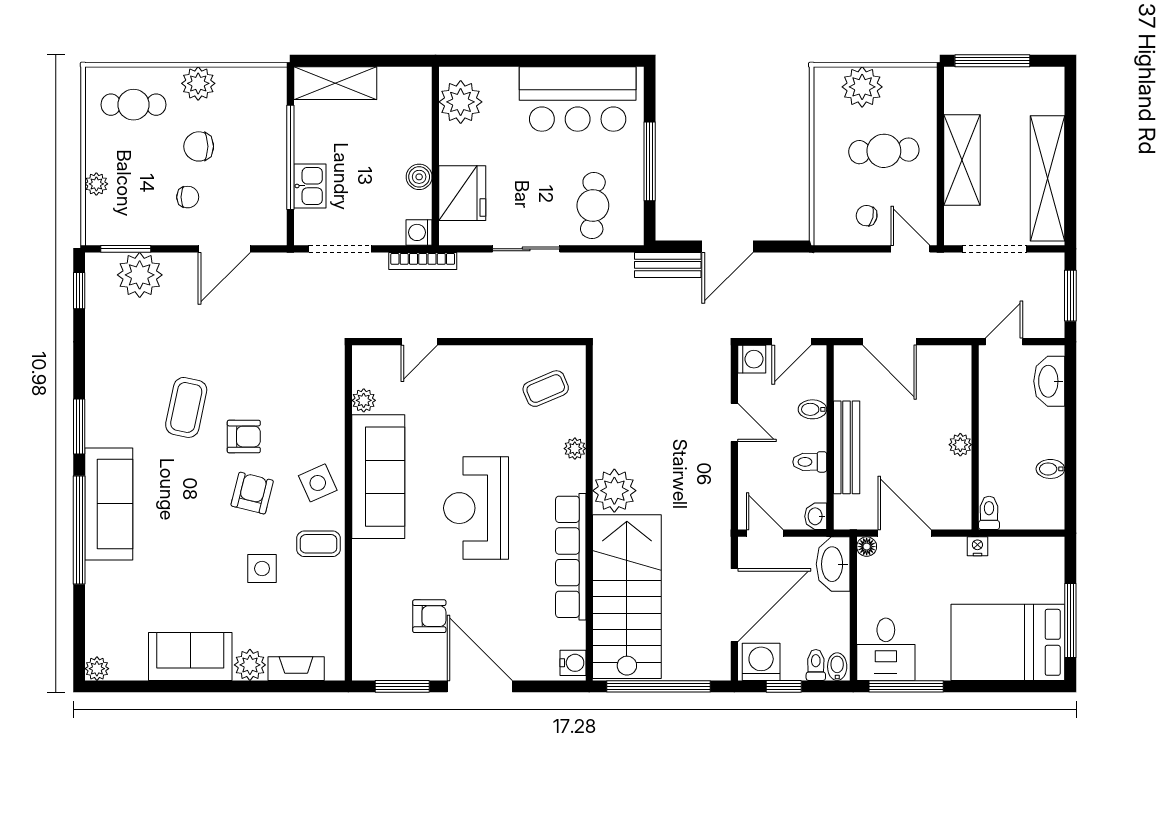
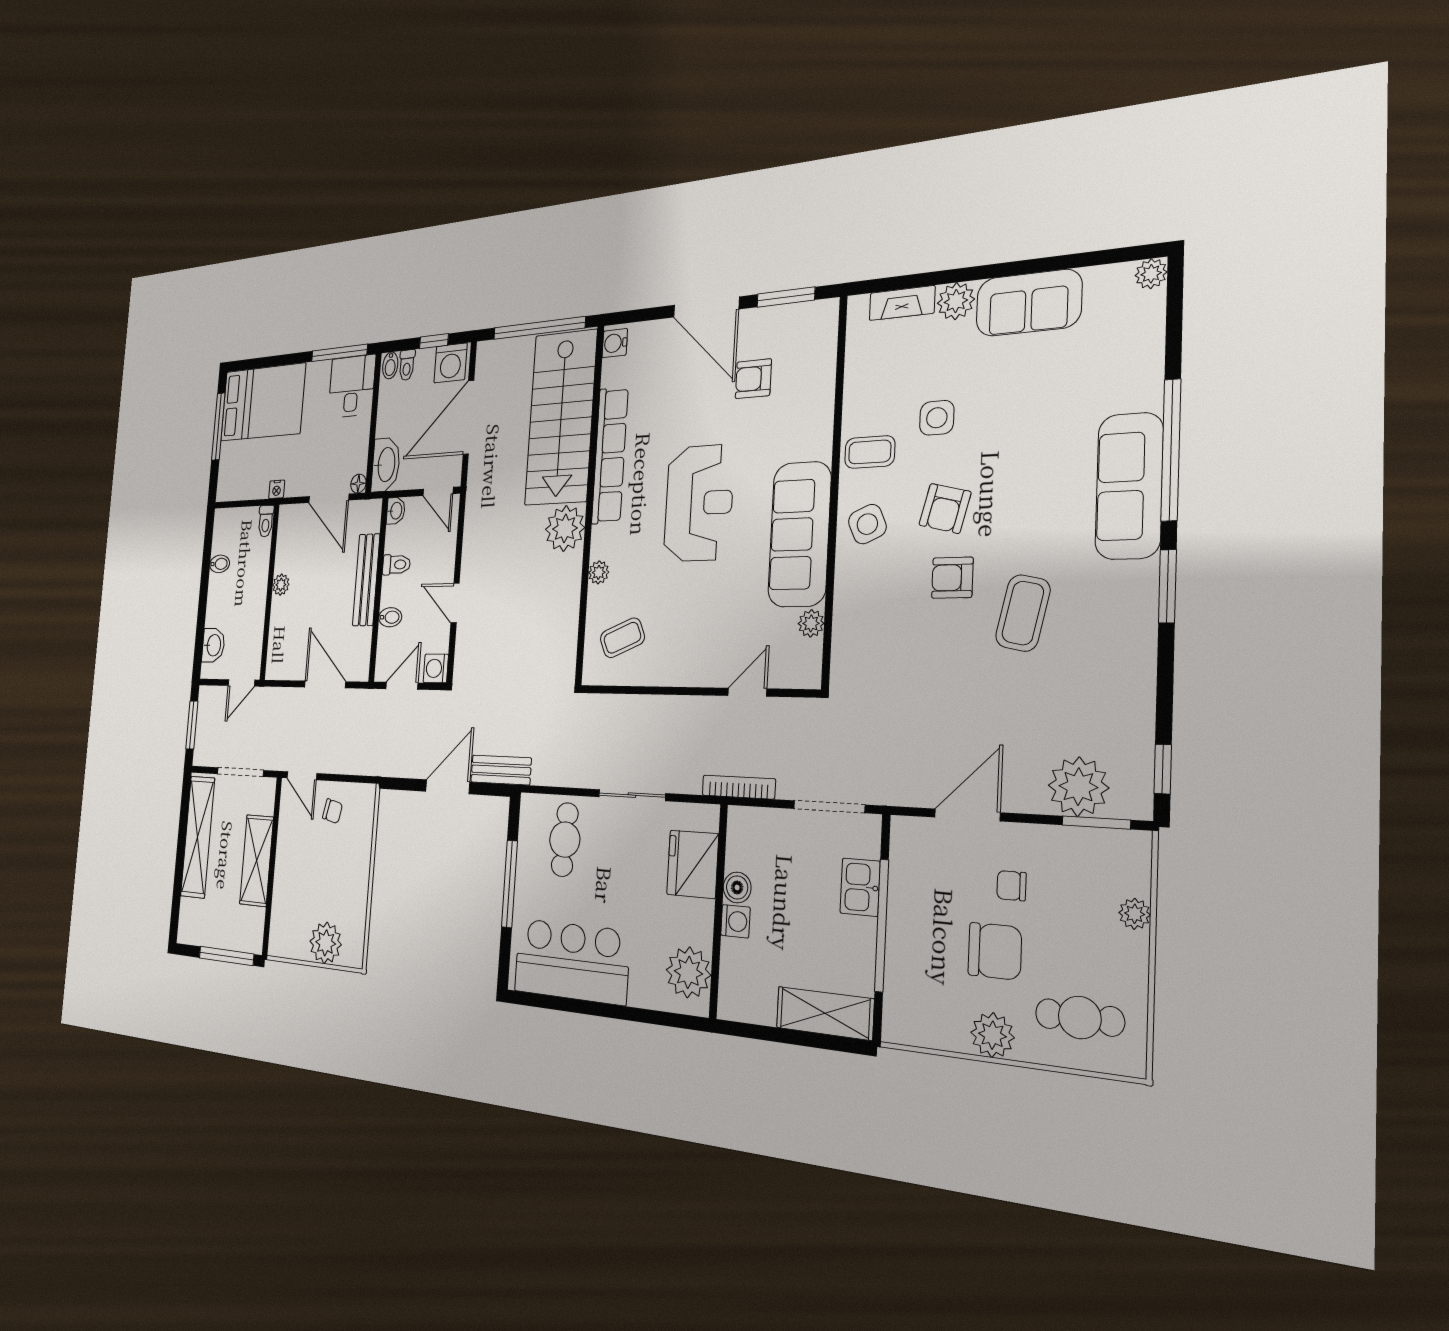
chair: (199, 146) -> (995, 951), width x1.37, depth x1.37
cafe table: (884, 151) -> (314, 876), removed
washing machine: (419, 232) -> (735, 921), moved
washbasin: (1049, 381) -> (213, 645), width x0.72

